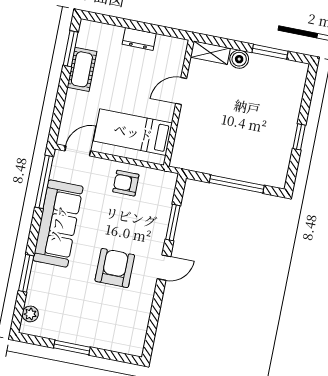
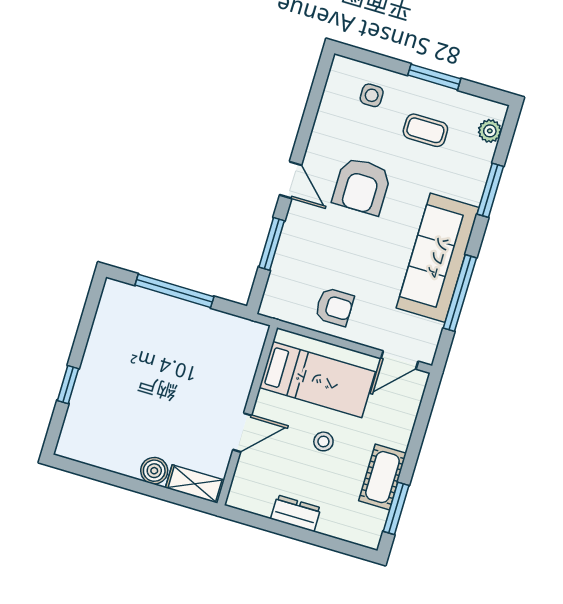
window: (270, 52) -> (109, 477), removed
stool: (125, 90) -> (323, 441), added
window: (299, 137) -> (68, 385), moved
window: (44, 182) -> (460, 293), moved
door: (164, 268) -> (291, 180), swing flipped
coffee table: (74, 310) -> (425, 130), added
side table: (114, 331) -> (372, 95), added

